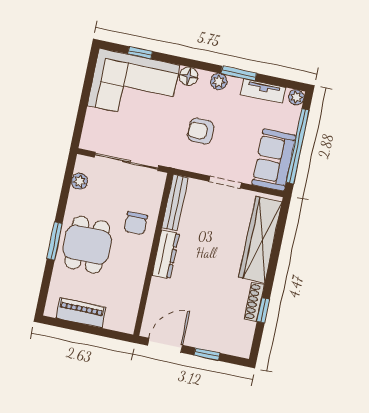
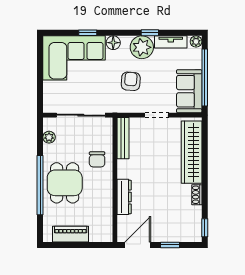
window: (140, 53) -> (88, 33), moved
window: (239, 73) -> (150, 33), width x0.67
plant: (219, 82) -> (142, 47), width x1.87, depth x1.87
armchair: (201, 131) -> (131, 81), turned 94
window: (55, 241) -> (40, 185), width x2.11
dresser: (166, 254) -> (124, 197), moved
shoe rack: (254, 302) -> (197, 195), width x0.70
window: (263, 310) -> (205, 228), moved

